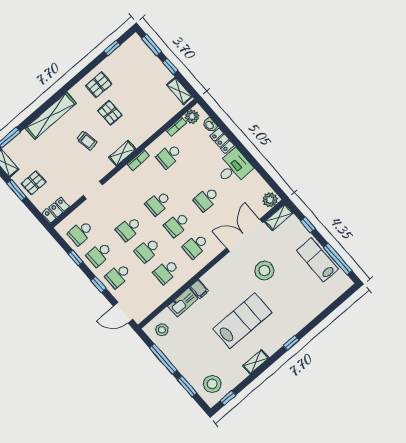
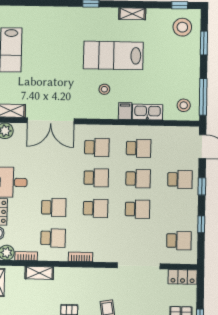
shelving: (122, 153) -> (39, 273), moved
doorway: (93, 190) -> (139, 266), width x1.88
school desk: (206, 199) -> (54, 207), moved
school desk: (99, 254) -> (179, 210), removed
stool: (264, 271) -> (104, 89), moved, width x0.53, depth x0.53
window: (163, 359) -> (203, 97), moved

